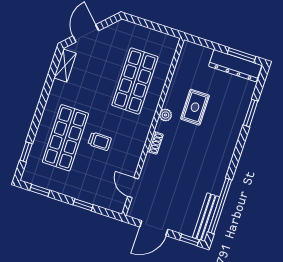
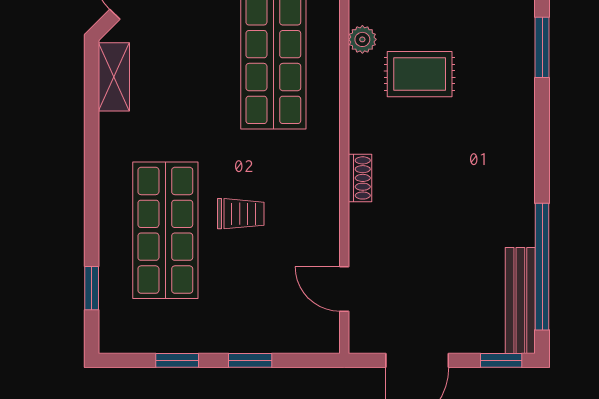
rug: (195, 107) -> (420, 74), turned 90
plant: (165, 115) -> (362, 39), moved
window: (40, 190) -> (177, 360), moved

